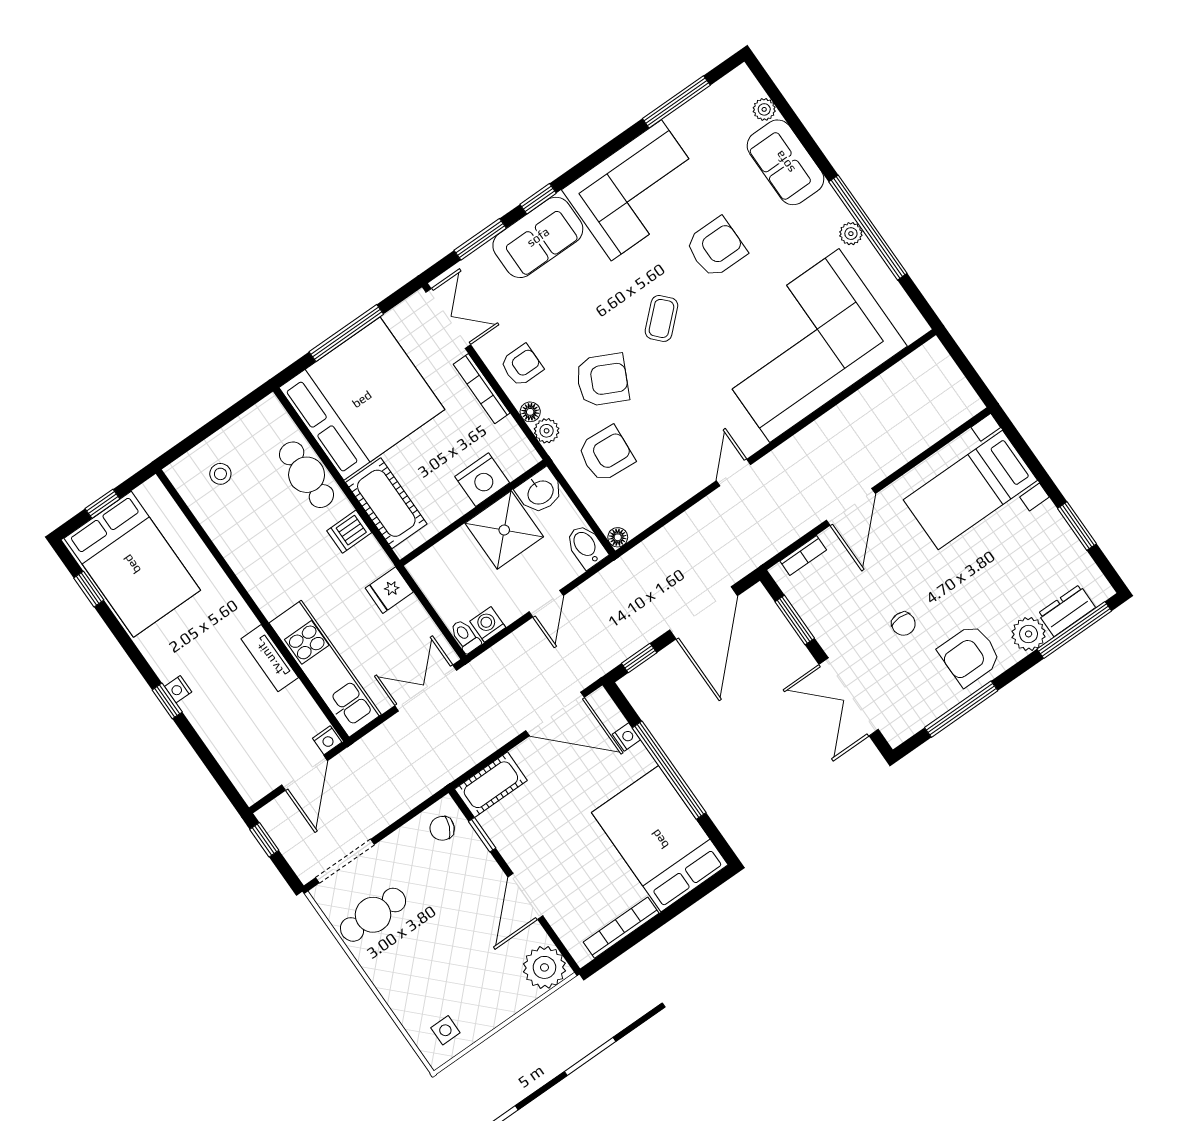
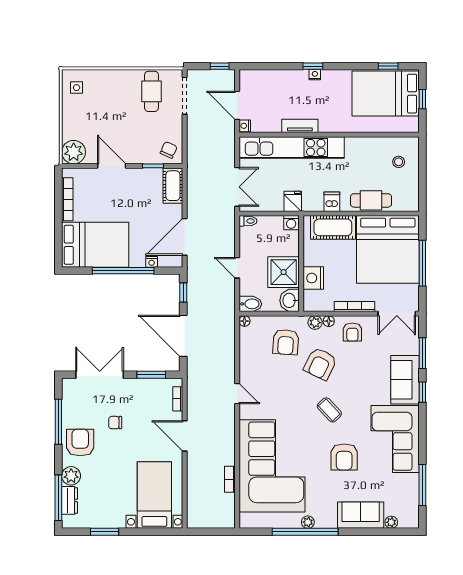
bookcase: (868, 394) -> (230, 479), added
washing machine: (488, 624) -> (291, 223), moved, turned 90
kitchen unit: (325, 669) -> (292, 148), width x1.36

